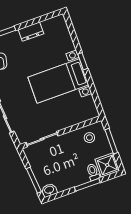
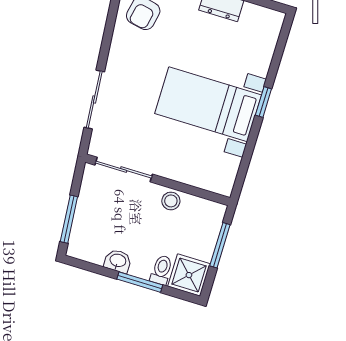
stool: (89, 138) -> (171, 201), moved
washbasin: (49, 190) -> (118, 261), moved

